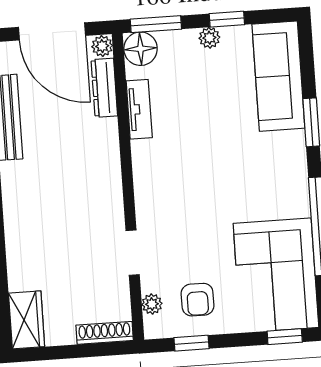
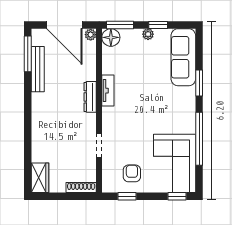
dresser: (104, 88) -> (90, 97), moved
tv unit: (139, 109) -> (108, 91), moved
armchair: (198, 300) -> (132, 173), turned 180
plant: (152, 304) -> (107, 174), removed

